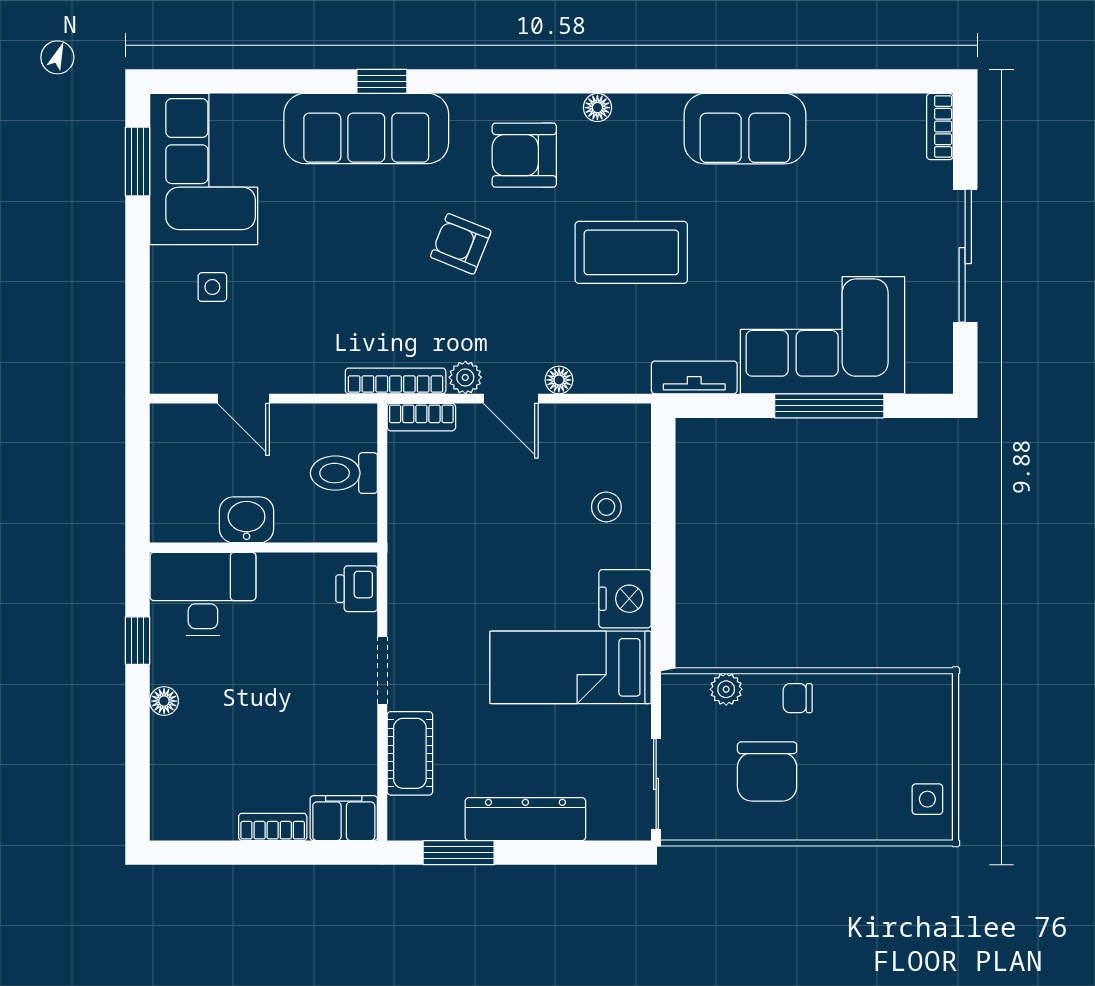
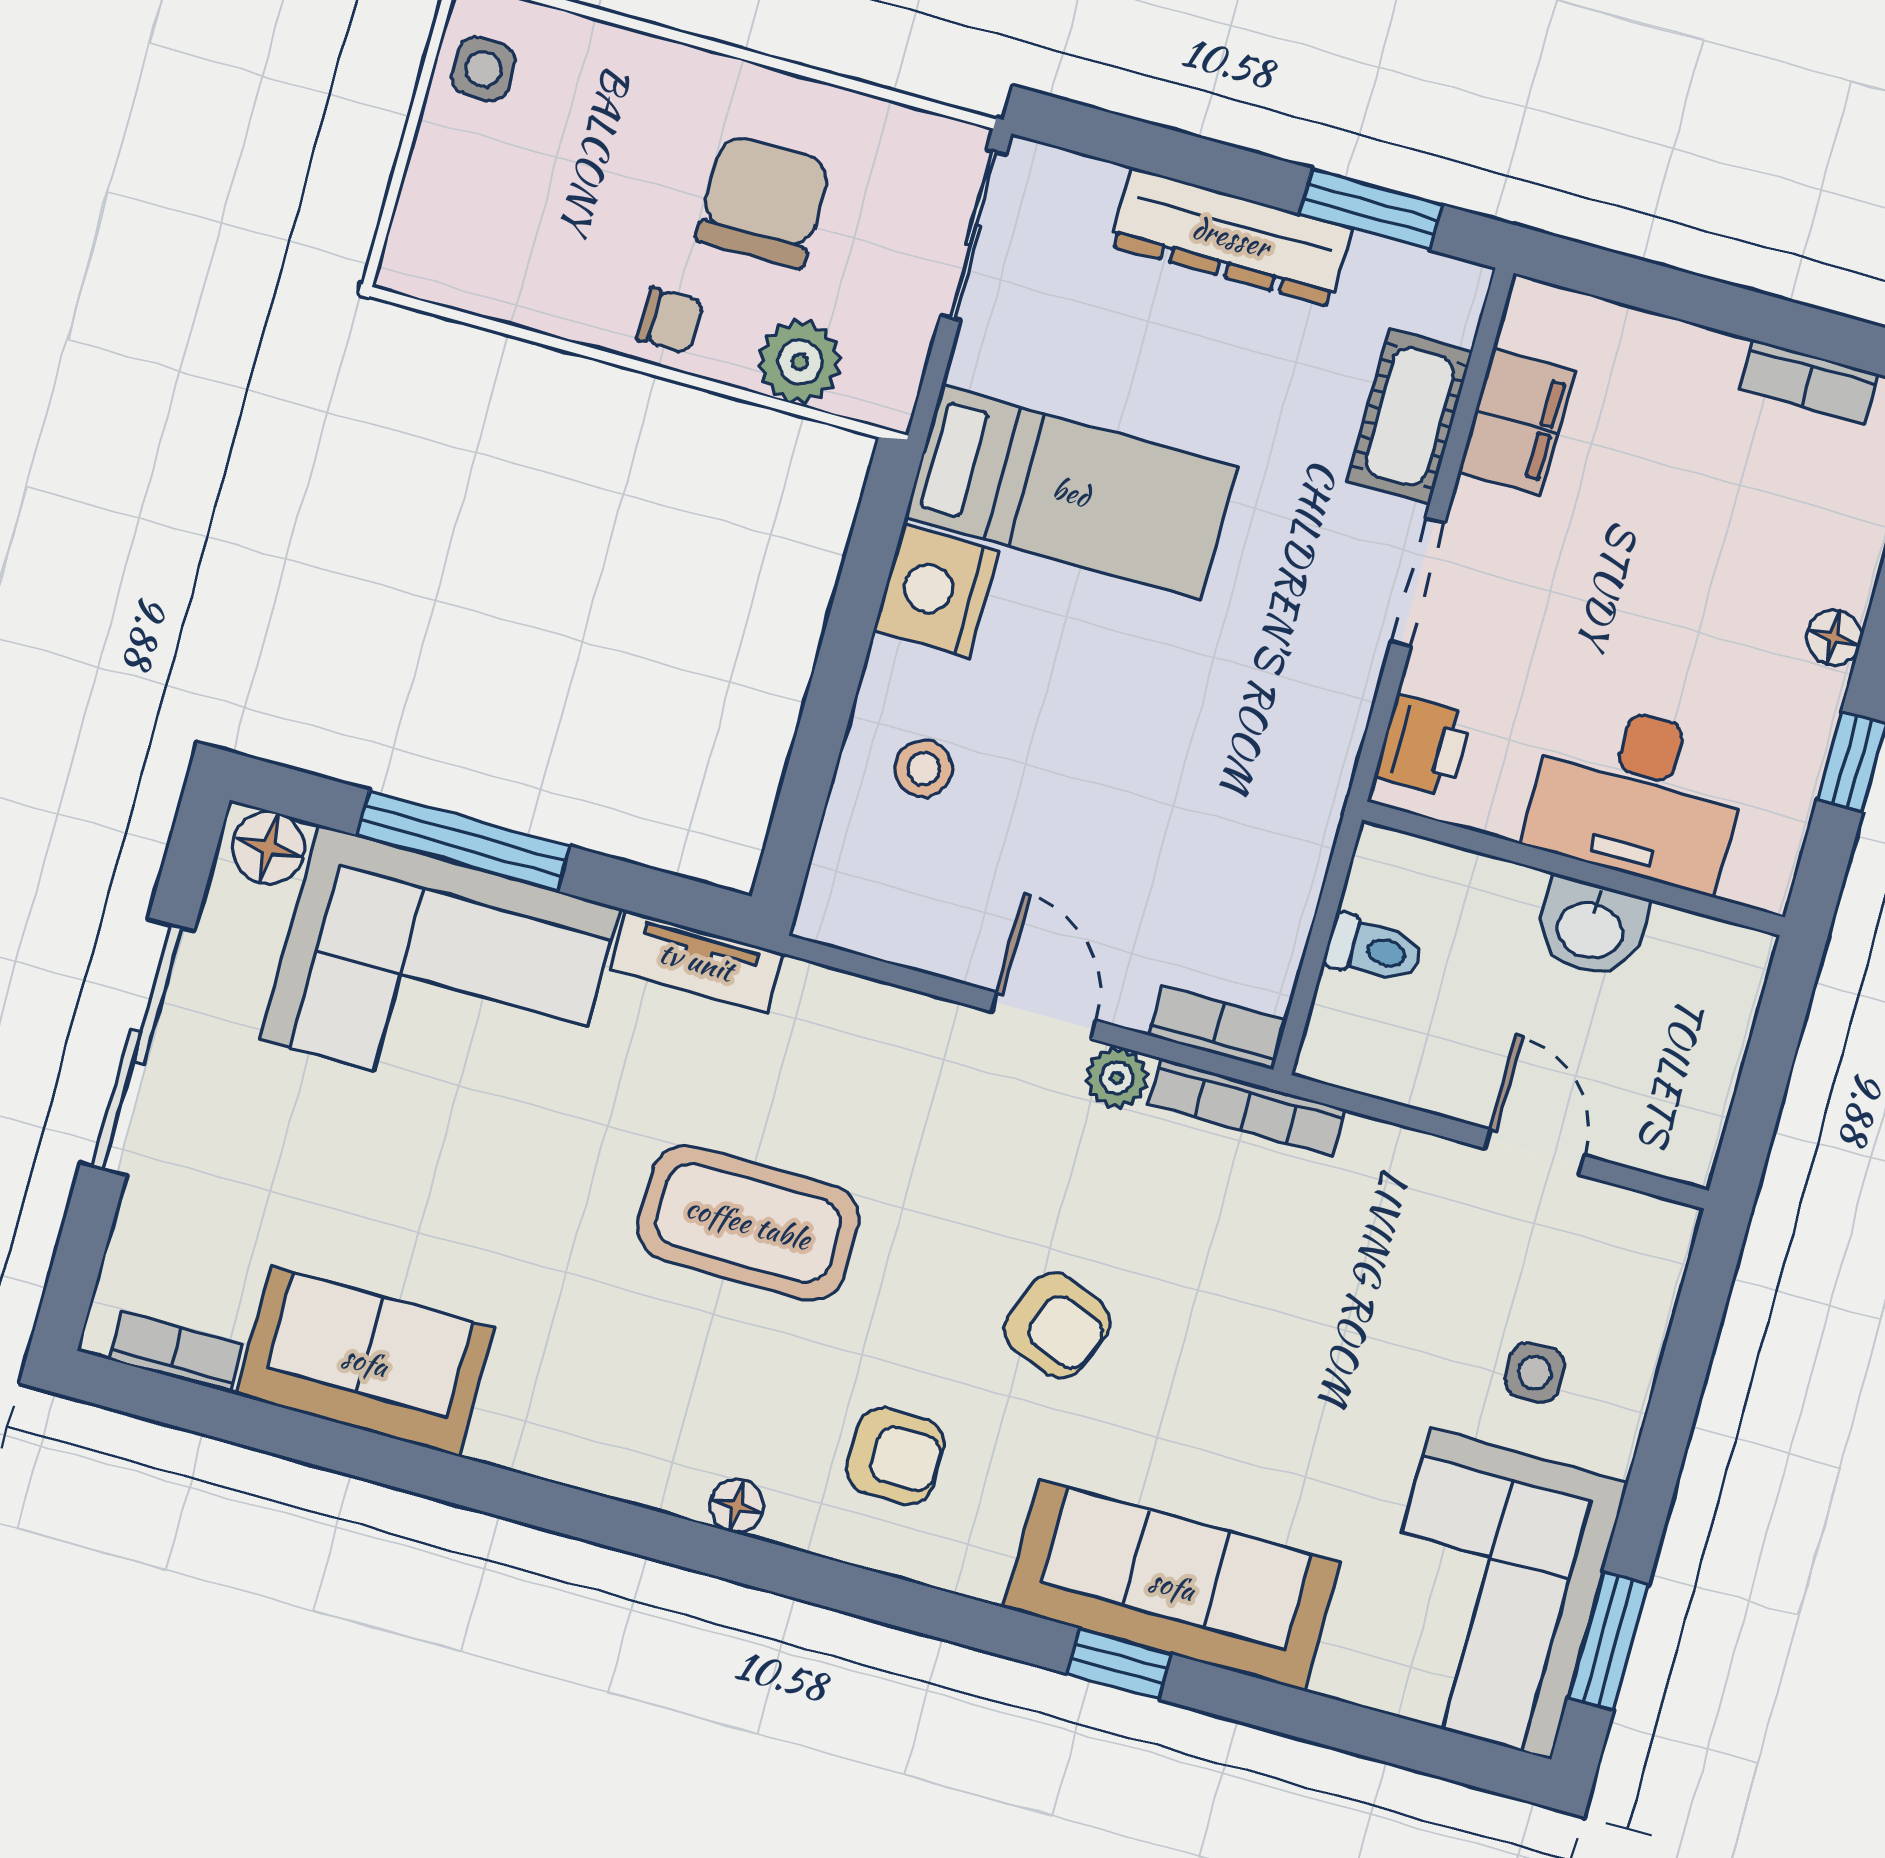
bookcase: (940, 127) -> (176, 1352), moved, turned -90
sofa: (745, 129) -> (365, 1361), moved
armchair: (524, 155) -> (895, 1456), width x0.72, depth x0.72
floor lamp: (559, 380) -> (269, 848), moved, width x1.37, depth x1.37
toilet: (344, 473) -> (1374, 949), width x0.73, depth x0.72
desk: (203, 594) -> (1638, 795), moved
plant: (726, 689) -> (800, 362), width x1.38, depth x1.38
filing cabinet: (344, 818) -> (1516, 422), moved, turned -90
bookcase: (273, 827) -> (1809, 382), moved

